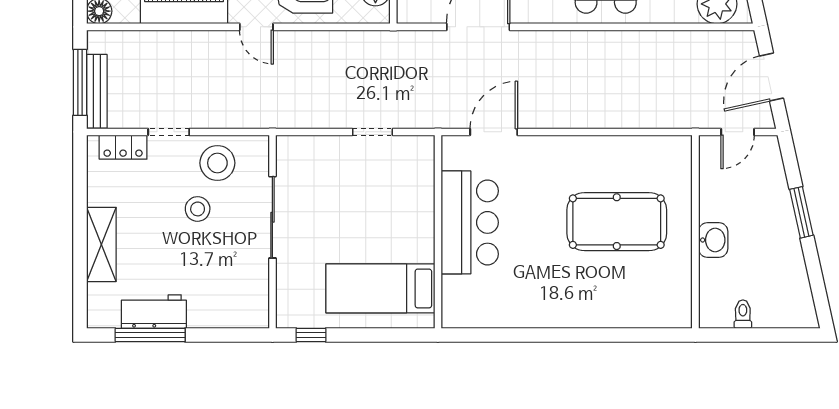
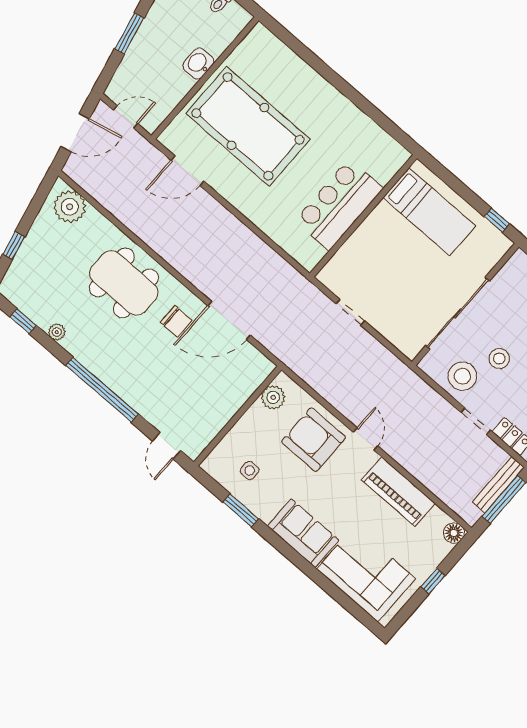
door: (494, 132) -> (187, 171), moved
sliding door: (272, 217) -> (458, 313), width x1.36
pool table: (617, 222) -> (248, 126), width x1.36, depth x1.32

